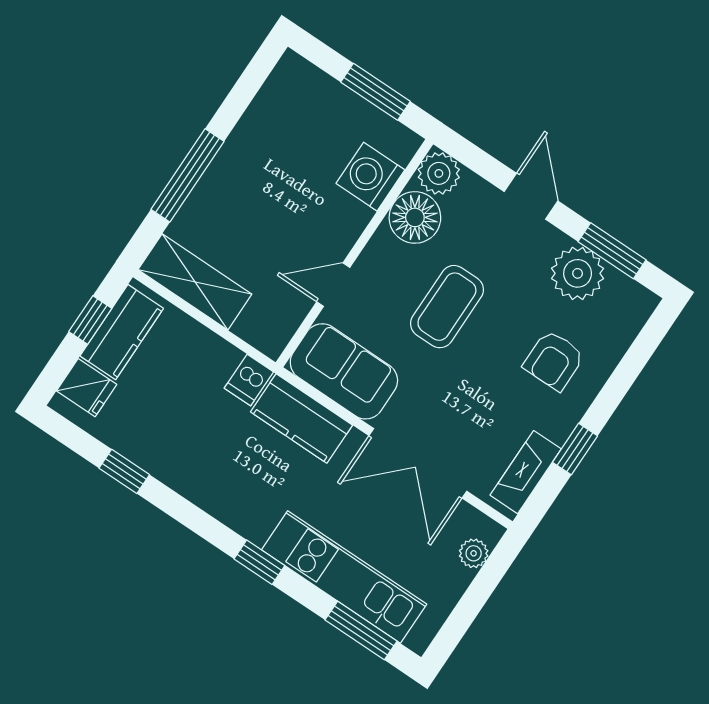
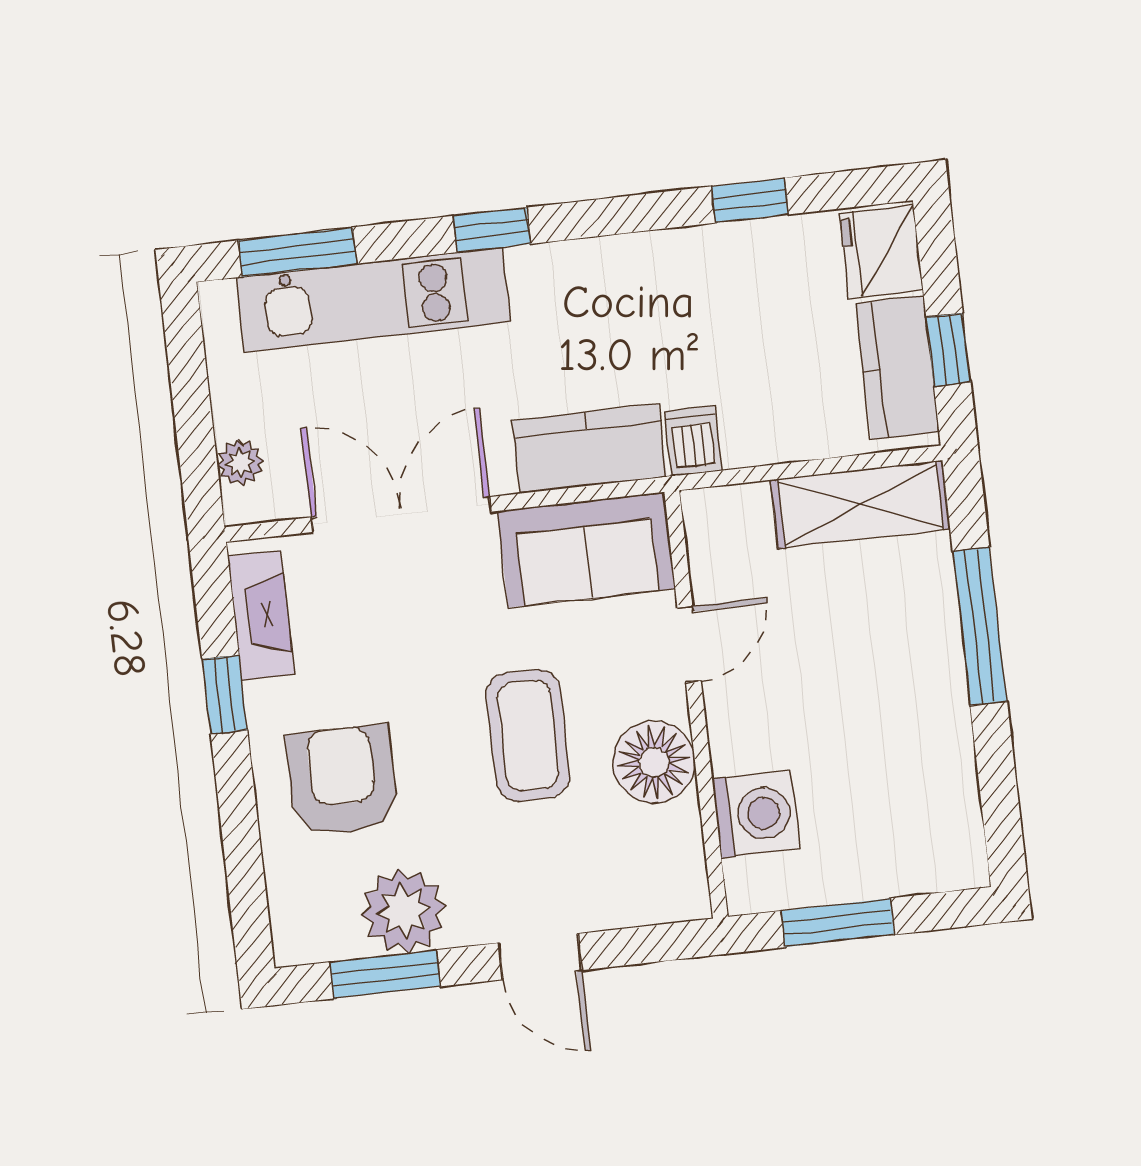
plant: (439, 173) -> (676, 889), removed
floor lamp: (415, 217) -> (654, 762), moved
armchair: (554, 360) -> (342, 780), width x1.38, depth x1.38
fridge: (87, 388) -> (881, 252), width x1.38

